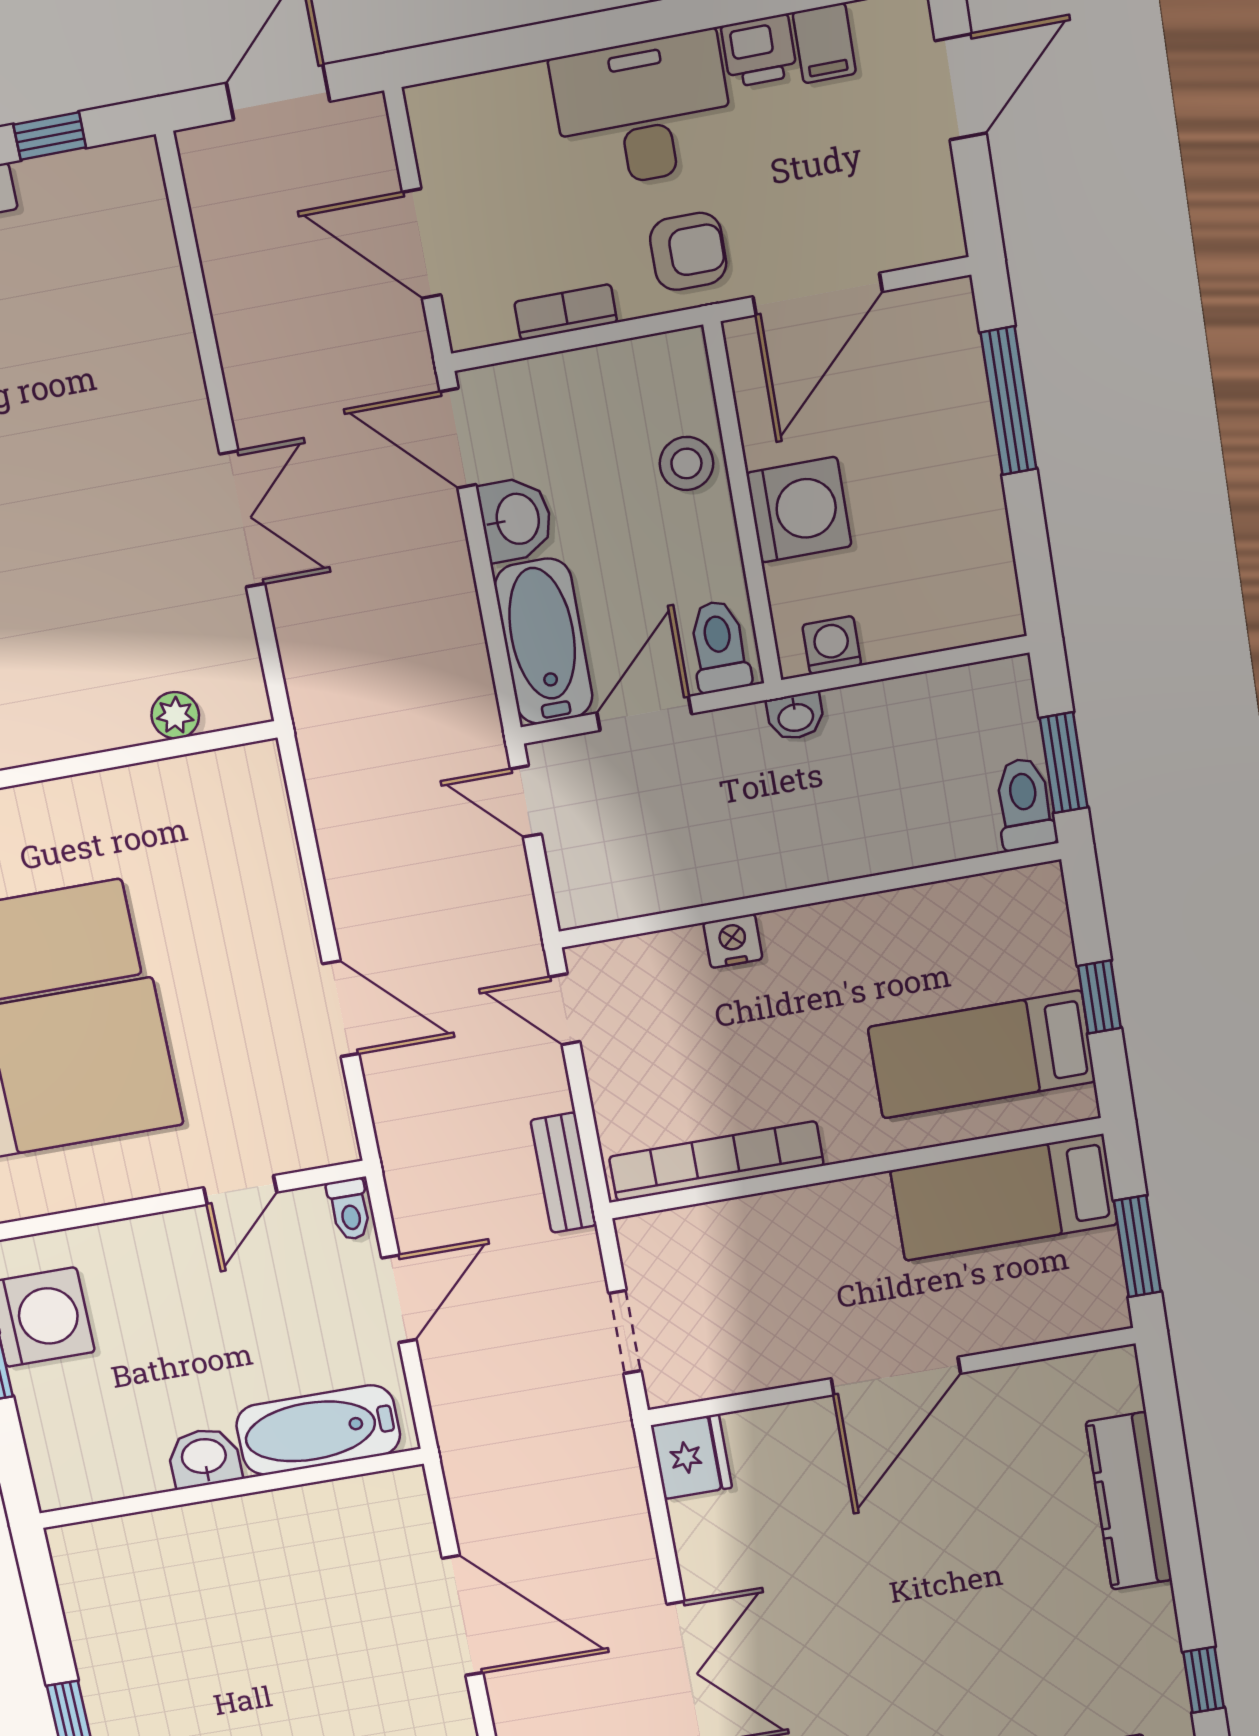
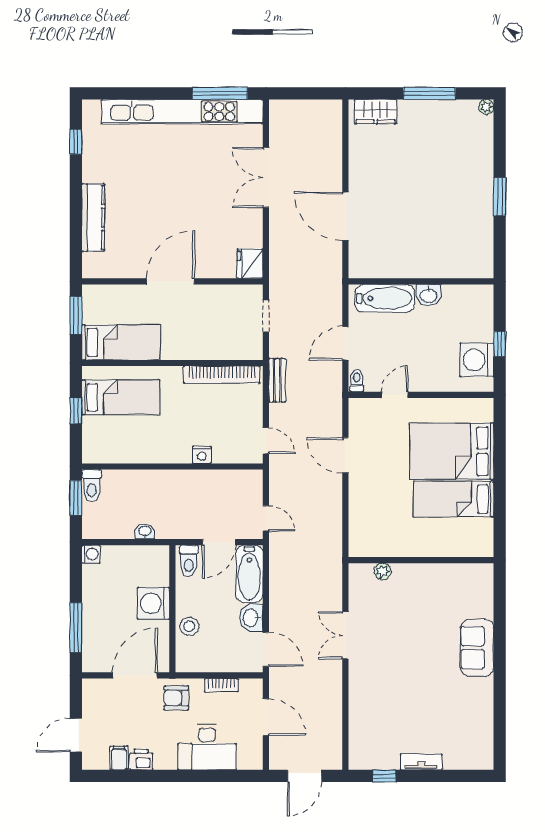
desk: (643, 111) -> (207, 747), moved
washing machine: (832, 645) -> (91, 554), moved, turned -90
washbasin: (796, 716) -> (145, 531), moved

